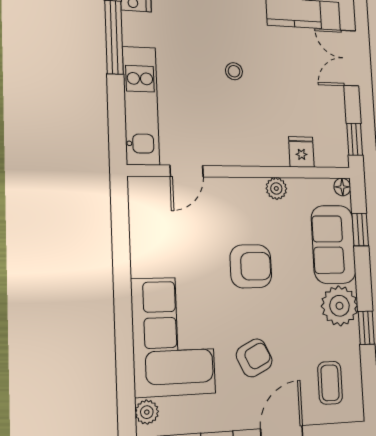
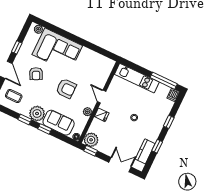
plant: (332, 150) -> (91, 140), added
fridge: (301, 152) -> (102, 115), moved
door: (187, 171) -> (102, 97), moved
window: (360, 230) -> (45, 129), moved
armchair: (251, 266) -> (66, 89), turned -90

